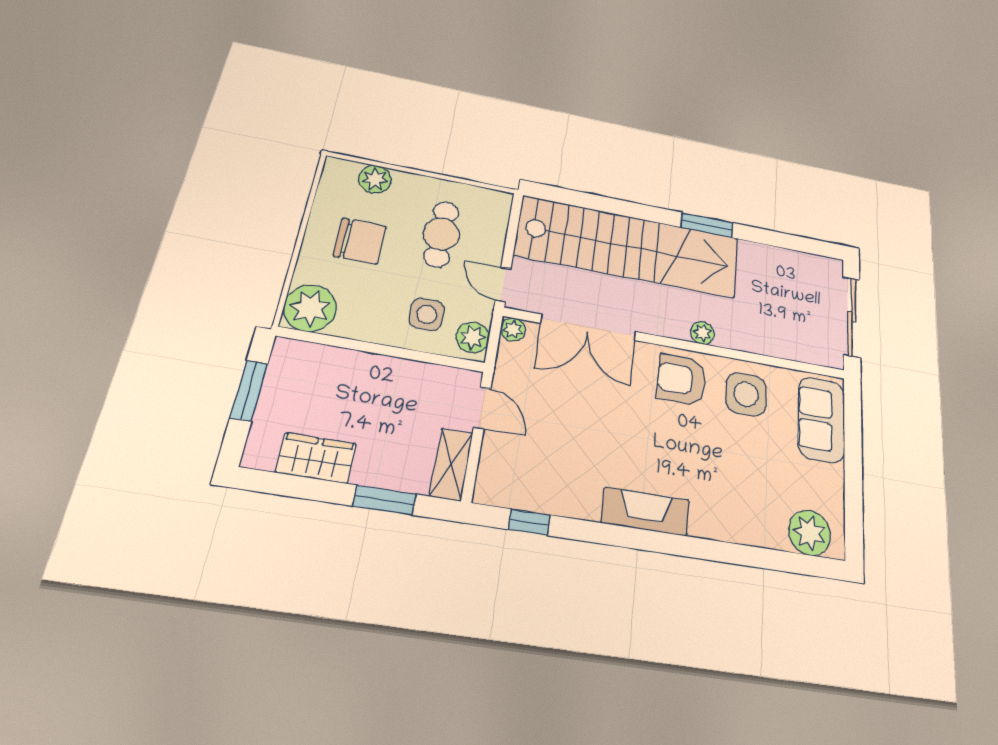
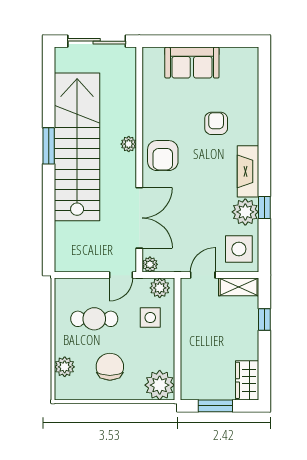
stairs: (629, 247) -> (77, 147), moved
side table: (746, 394) -> (239, 249), moved
sofa: (821, 419) -> (192, 63), moved
wardrobe: (316, 458) -> (247, 380), moved
armchair: (727, 471) -> (216, 123), added
window: (385, 500) -> (264, 320), width x0.67
window: (529, 522) -> (264, 208), moved
plant: (810, 533) -> (245, 212), moved

